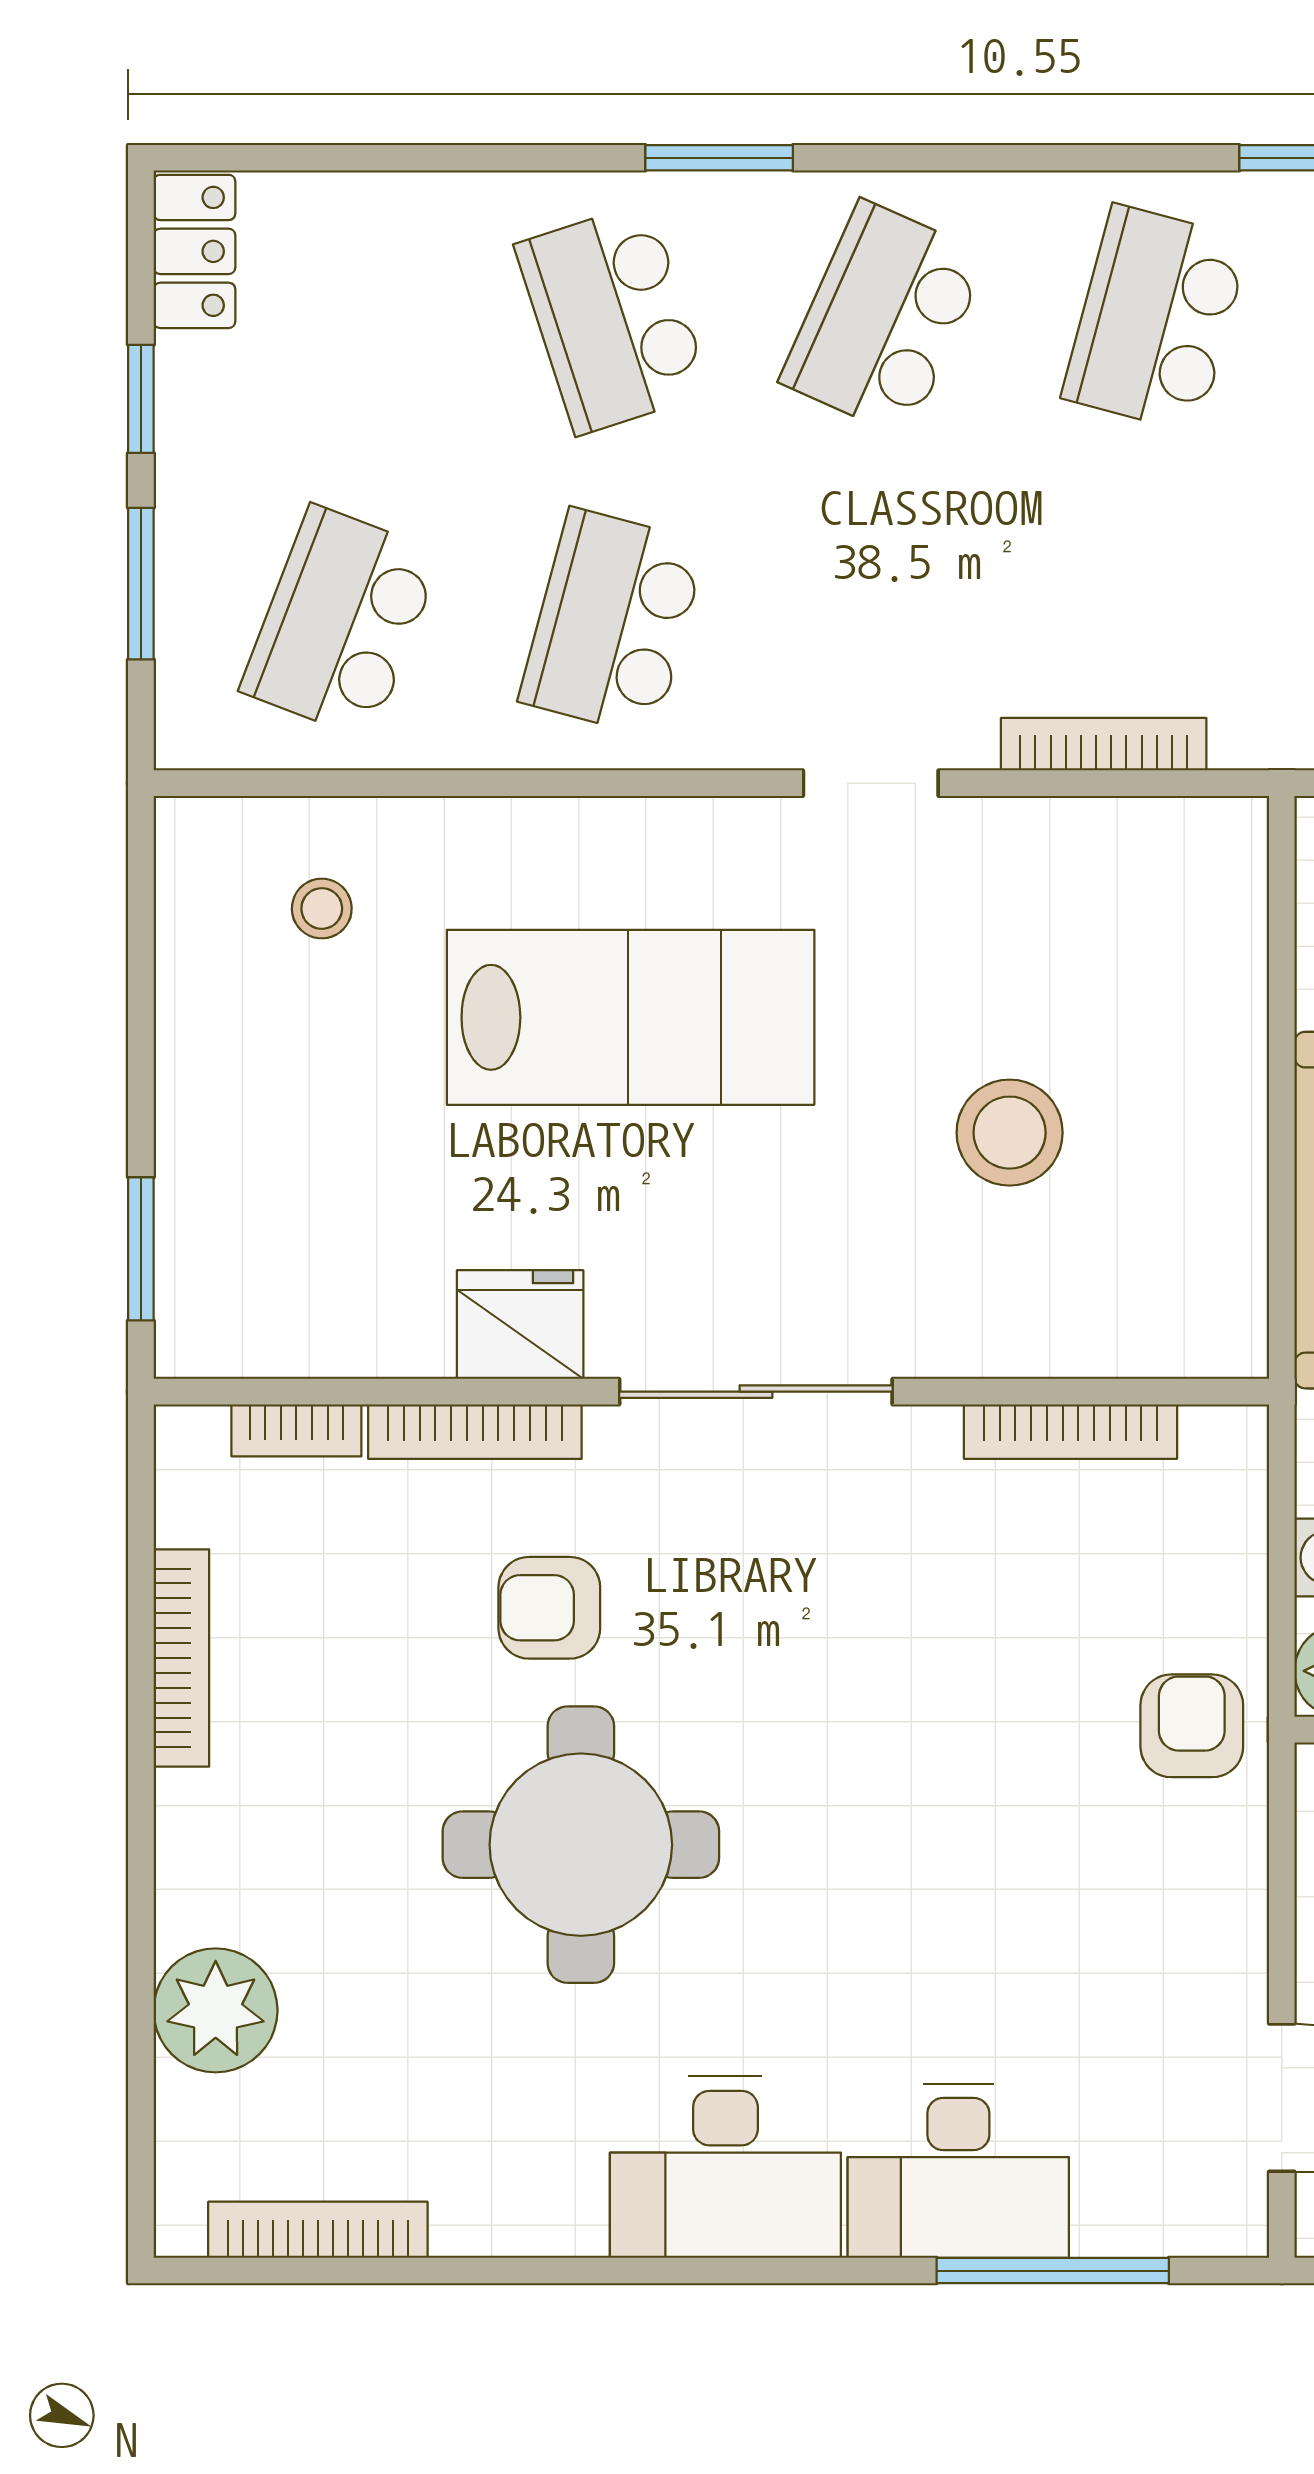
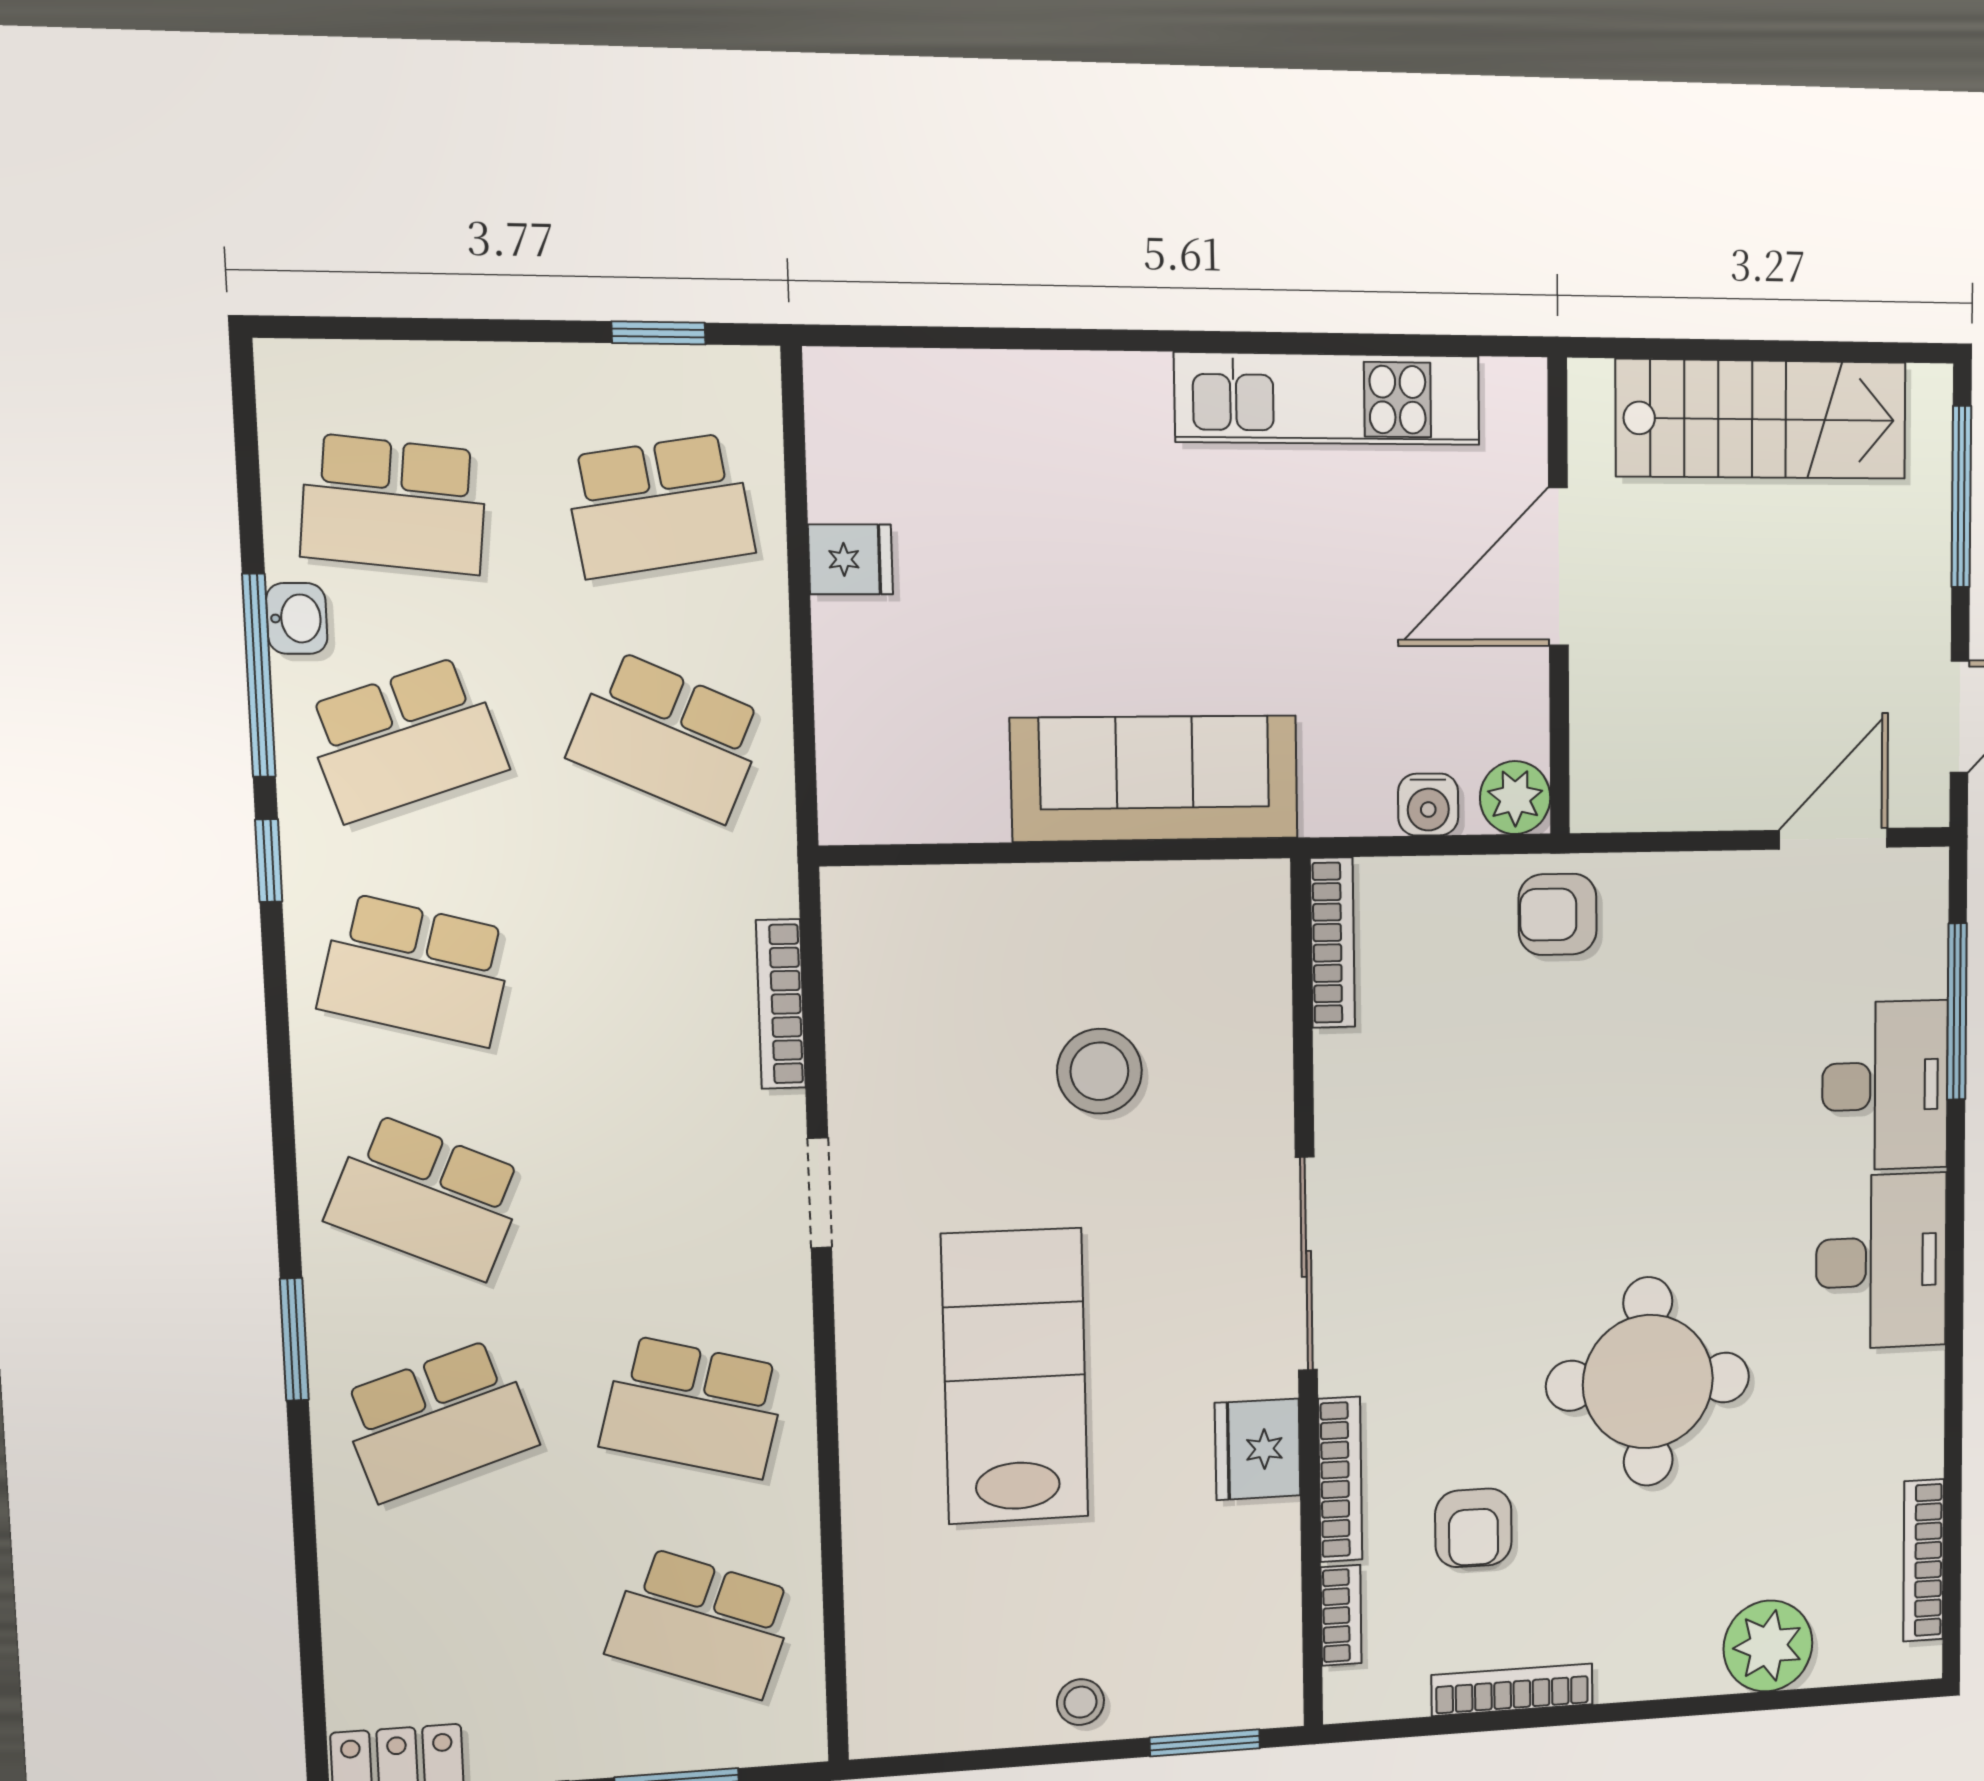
stool: (322, 909) -> (1080, 1702), moved
bookcase: (1070, 1432) -> (1332, 943), moved
armchair: (549, 1608) -> (1473, 1528), moved

